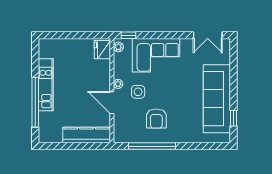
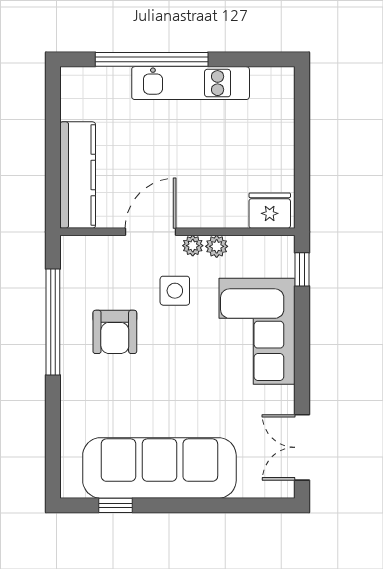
plant: (118, 47) -> (217, 246), moved
armchair: (156, 119) -> (115, 332), turned -90

